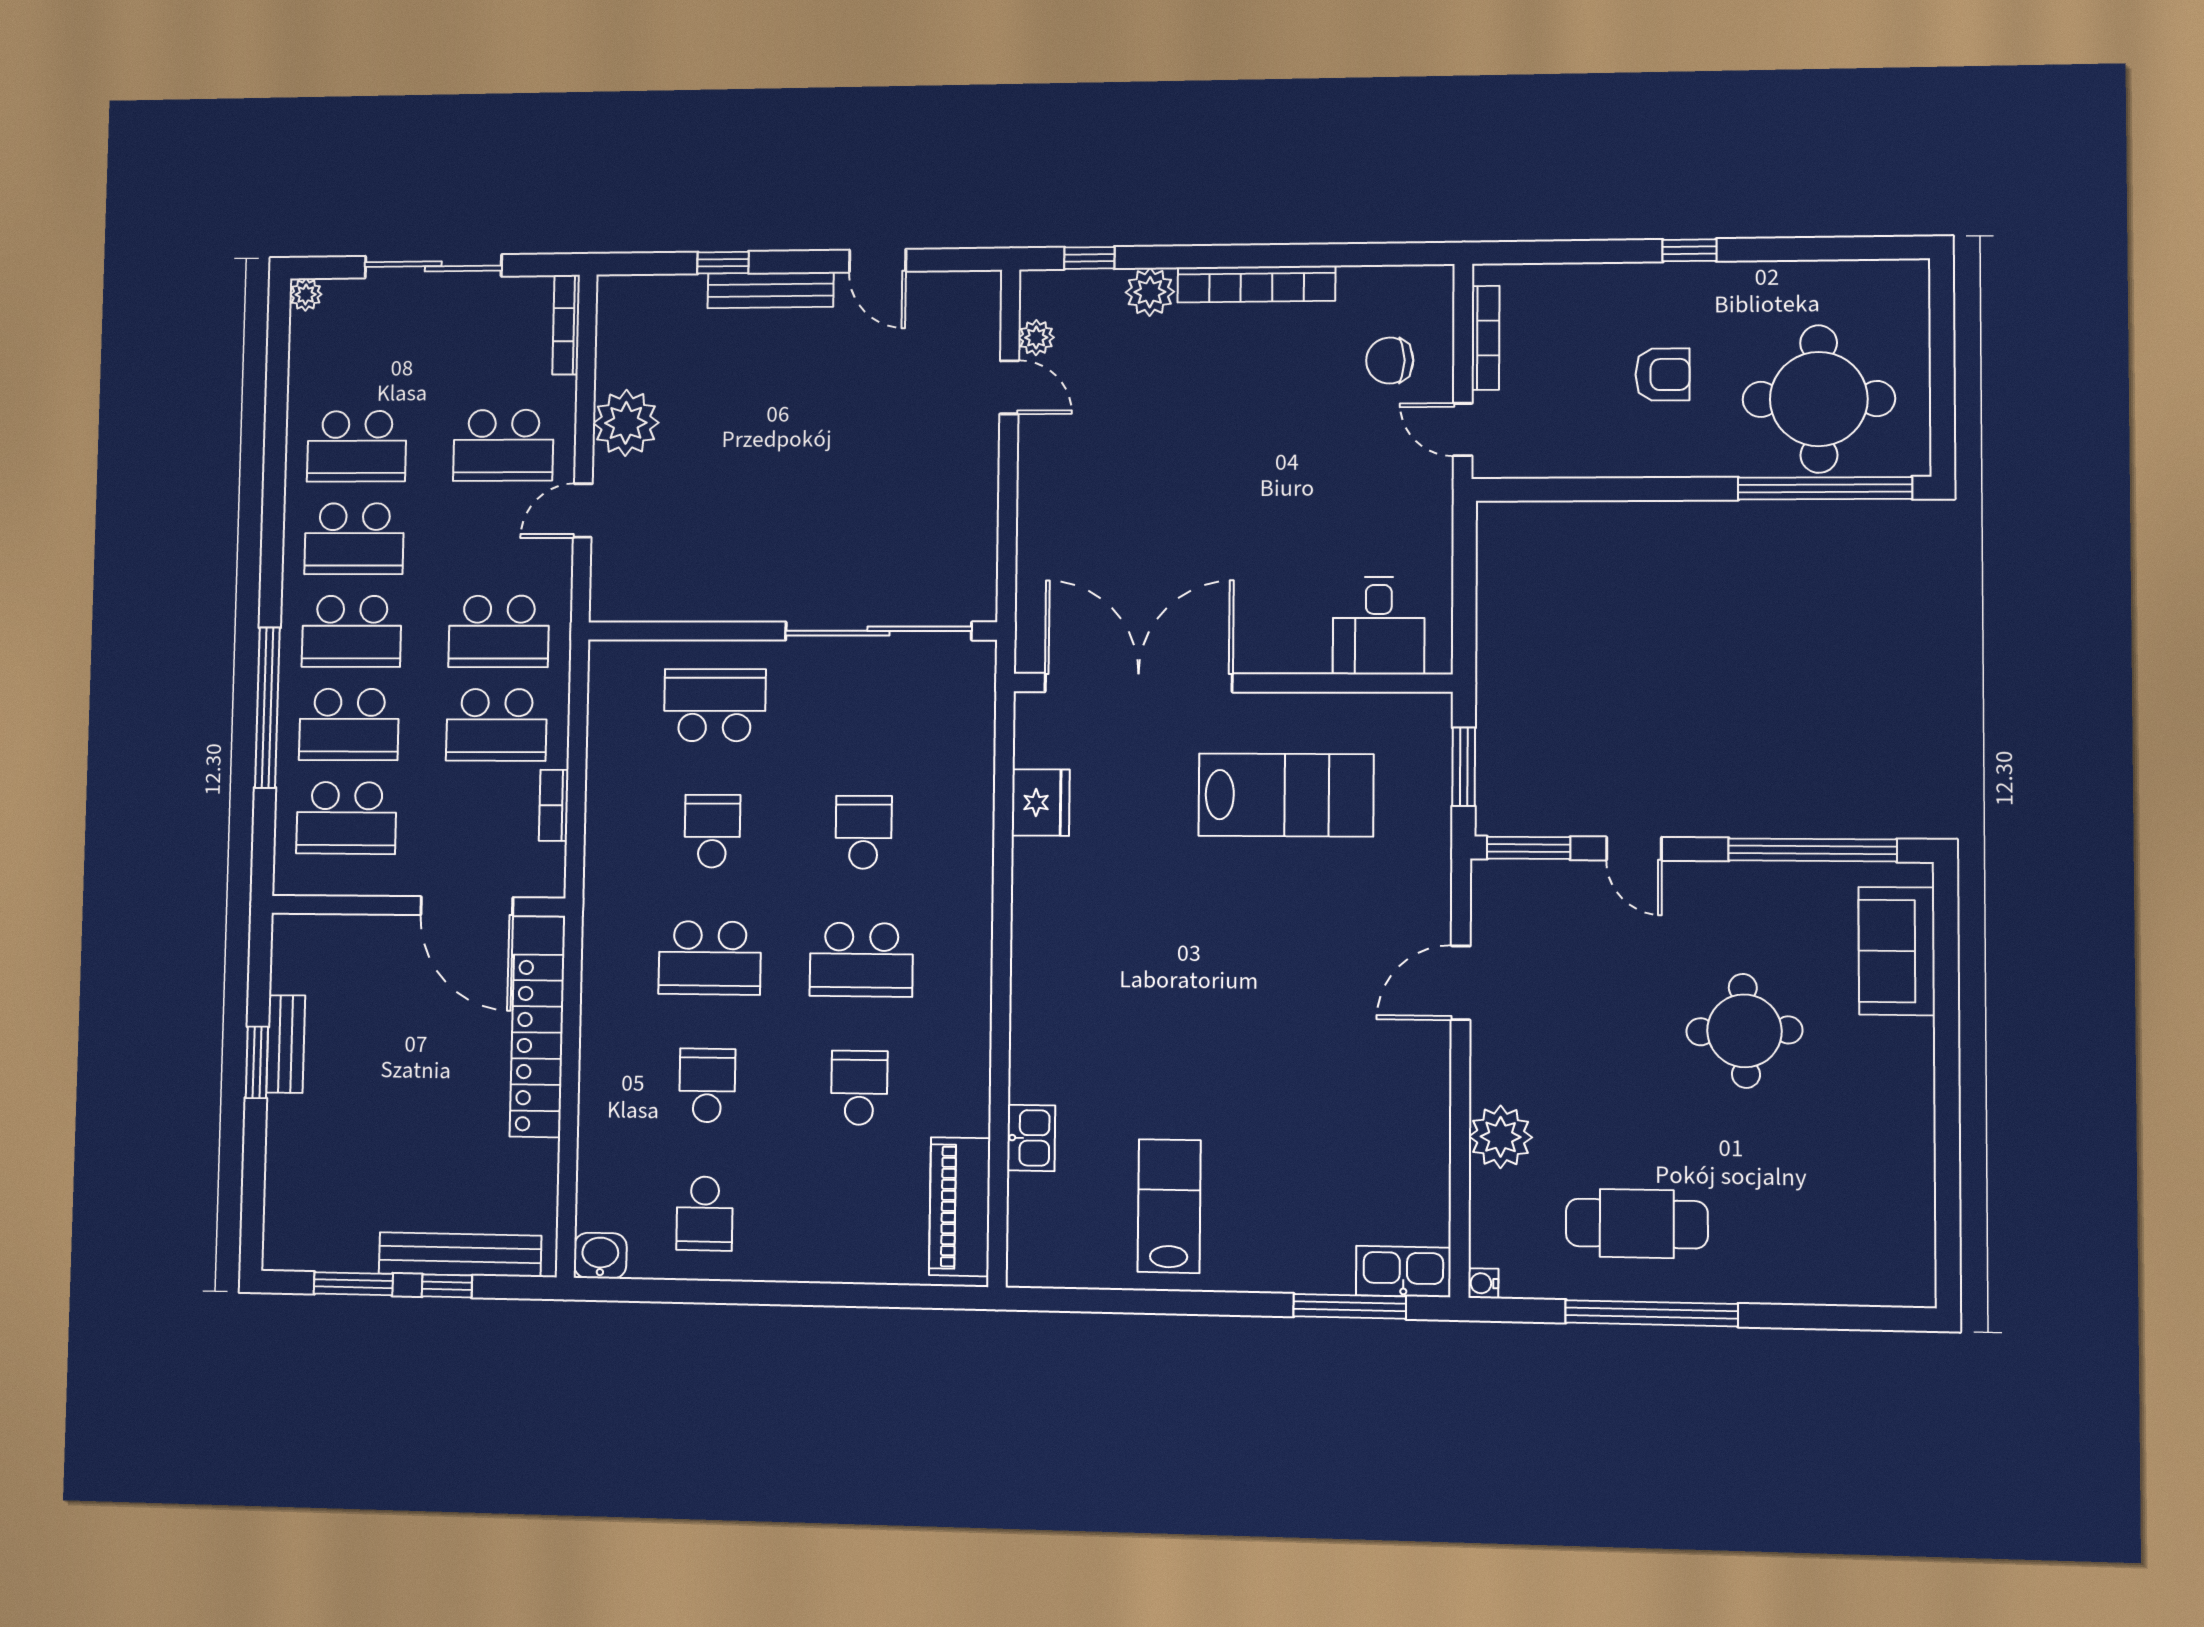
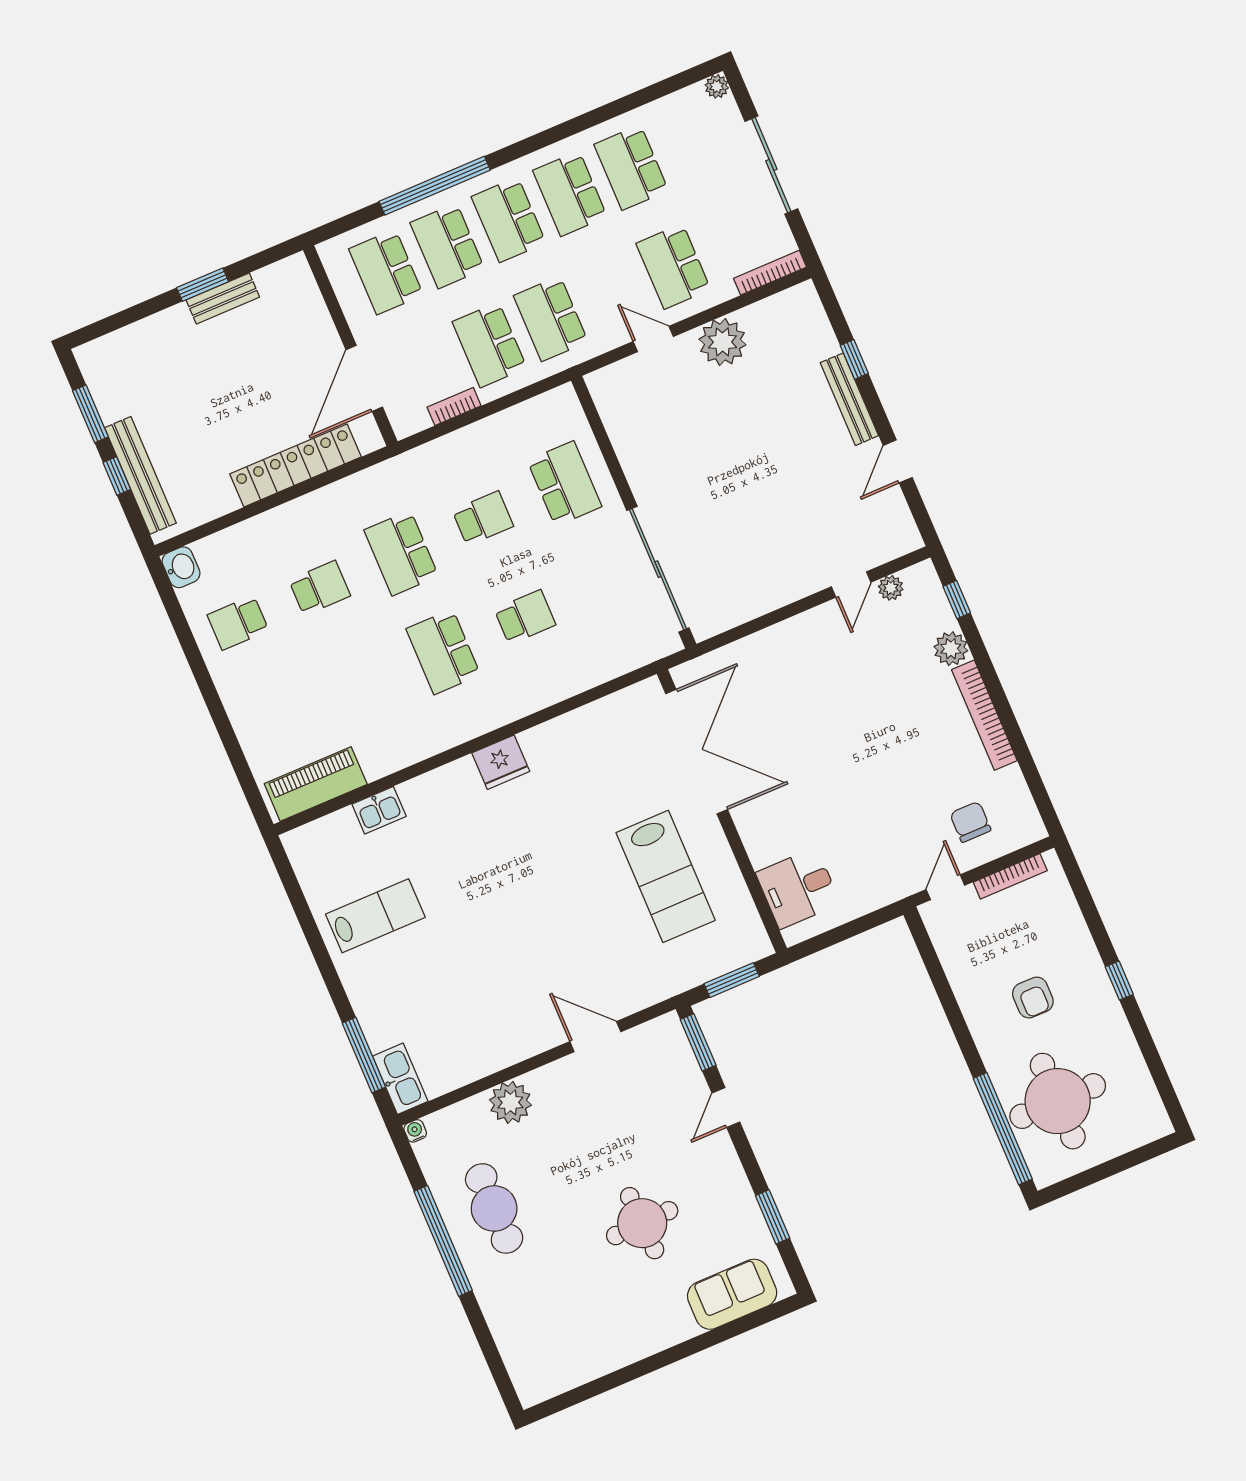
fridge: (1041, 803) -> (501, 762), moved
window: (1813, 850) -> (773, 1217), width x0.47
school desk: (859, 1088) -> (362, 687), removed

